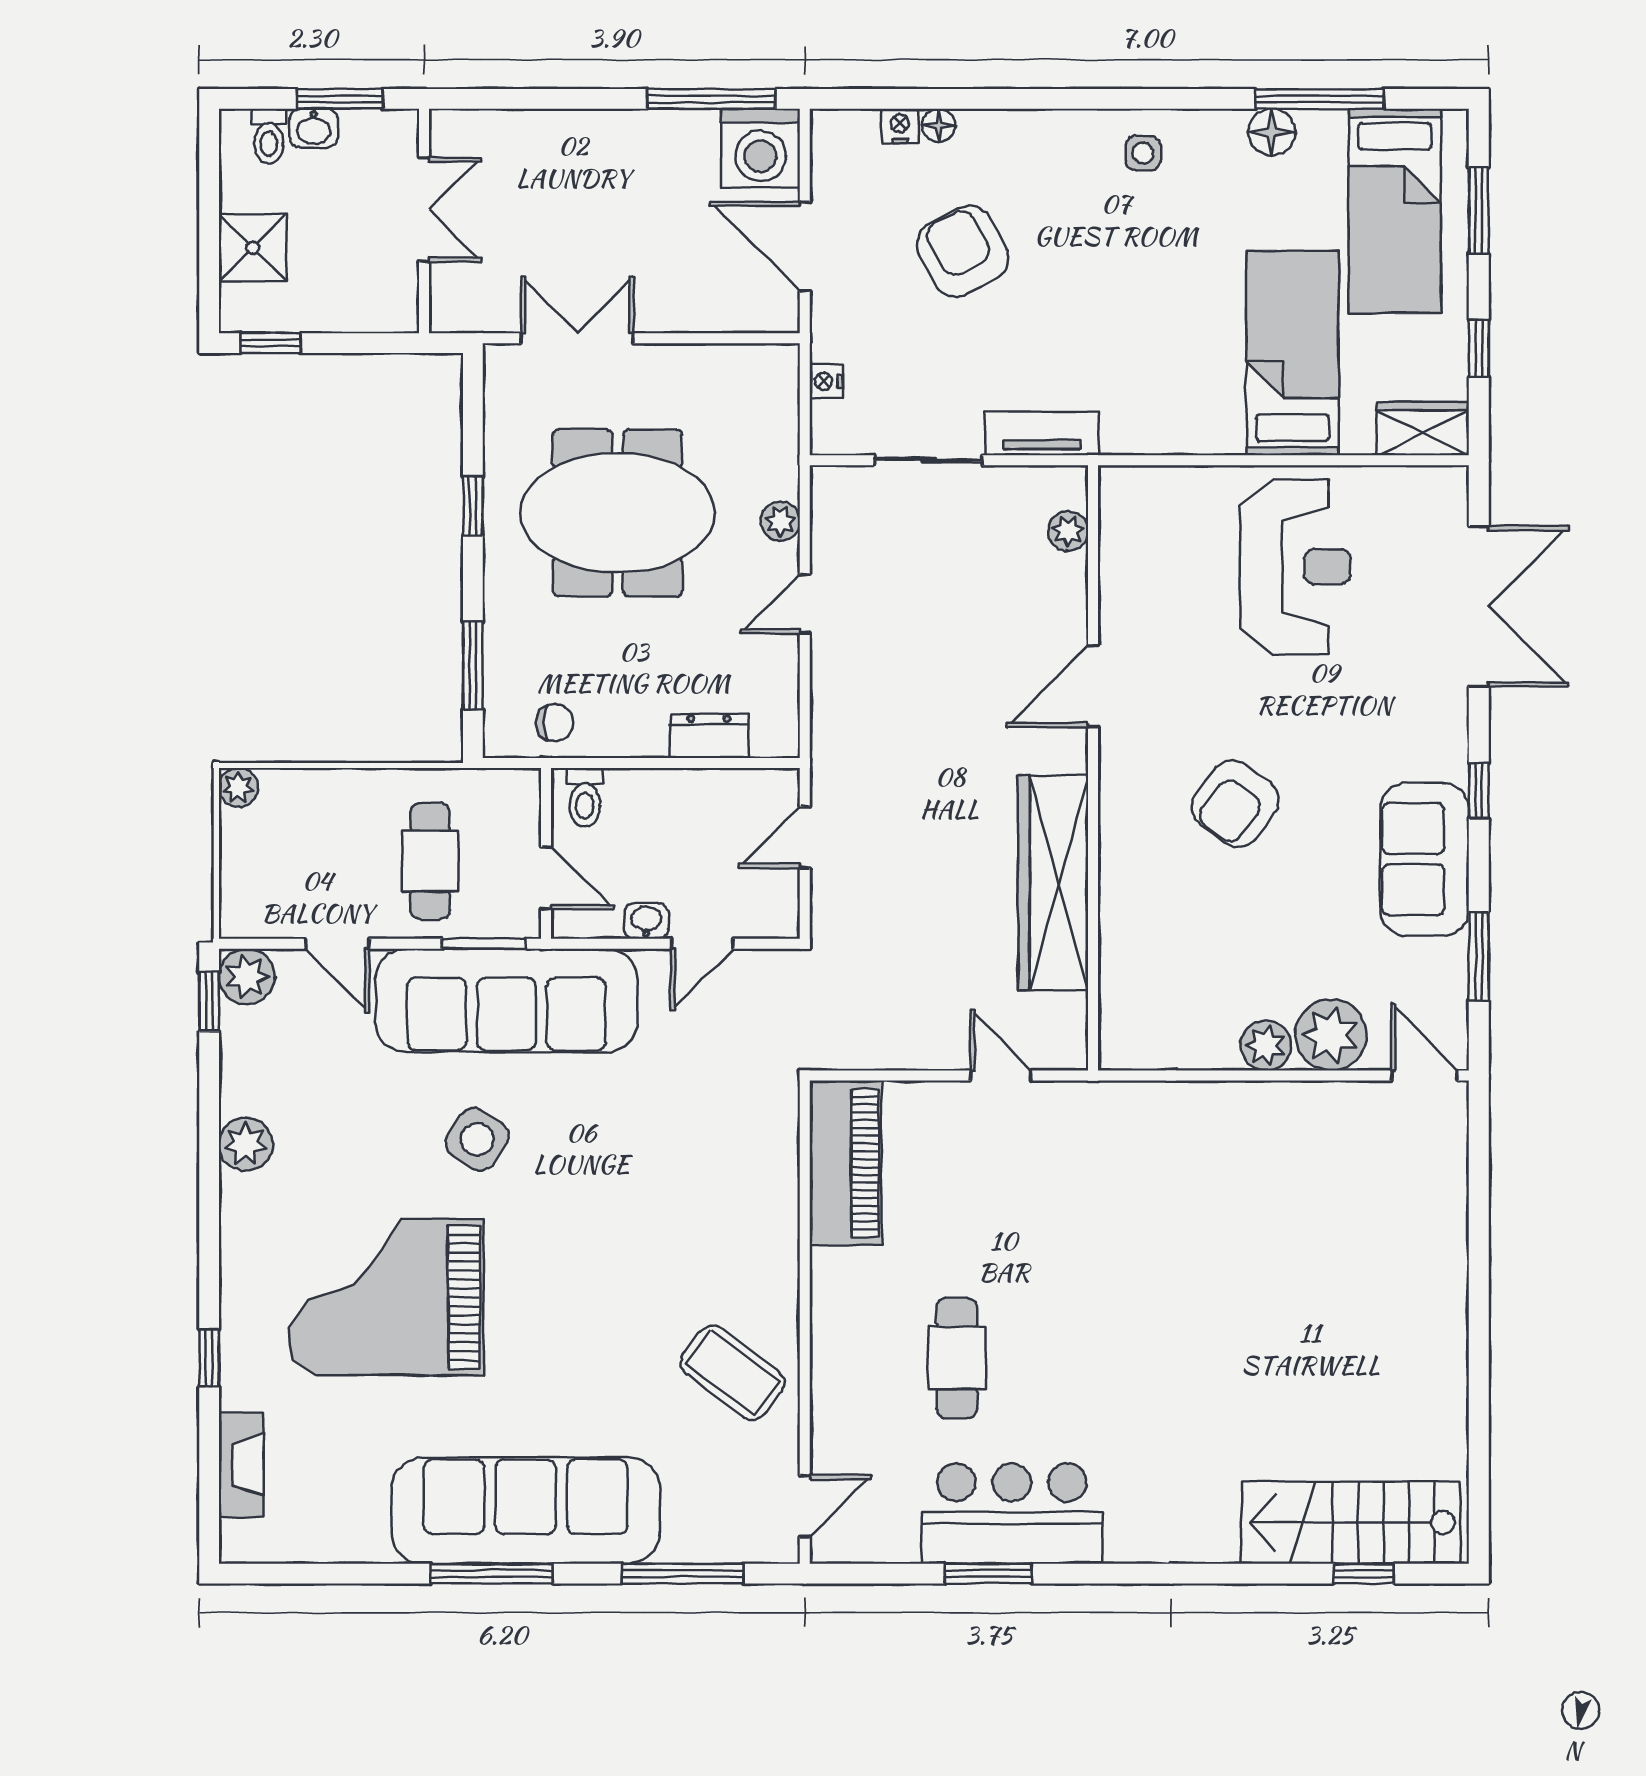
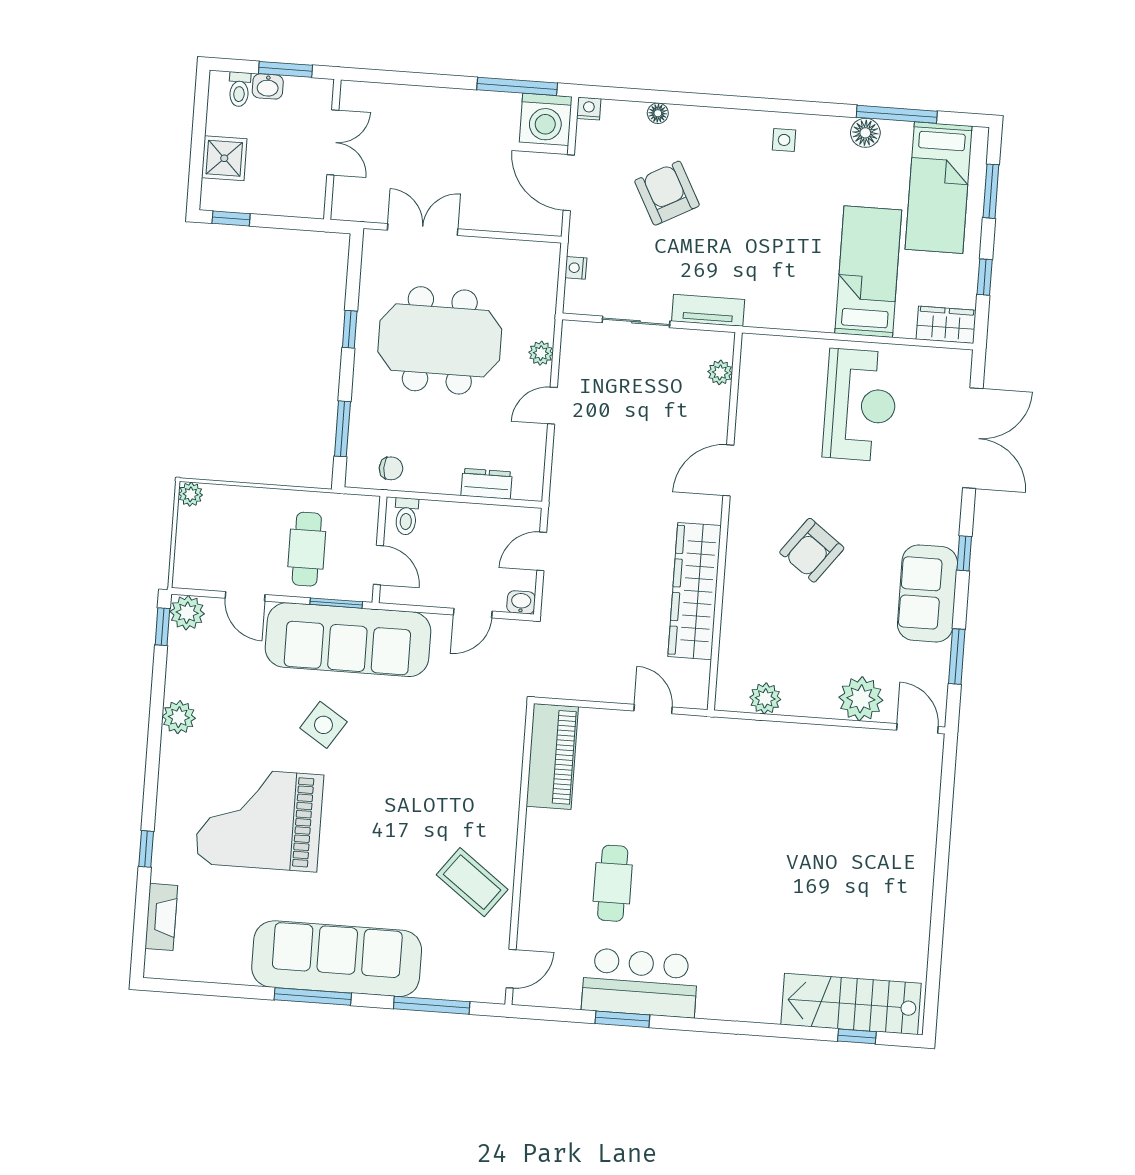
nightstand: (900, 126) -> (589, 109), moved
washbasin: (646, 921) -> (521, 602), moved
plant: (1266, 1045) -> (765, 698), moved

